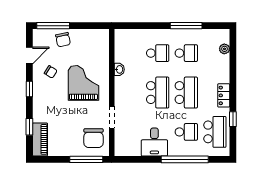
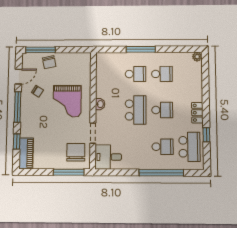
window: (186, 26) -> (141, 49), moved
plant: (224, 49) -> (197, 57), moved
washbasin: (119, 69) -> (100, 104), moved
grand piano: (83, 83) -> (67, 101), turned 180
window: (29, 89) -> (18, 107), width x2.17
school desk: (186, 93) -> (162, 110), width x0.54
chair: (94, 138) -> (76, 152), turned 180
desk: (154, 142) -> (108, 157), moved, turned 90

